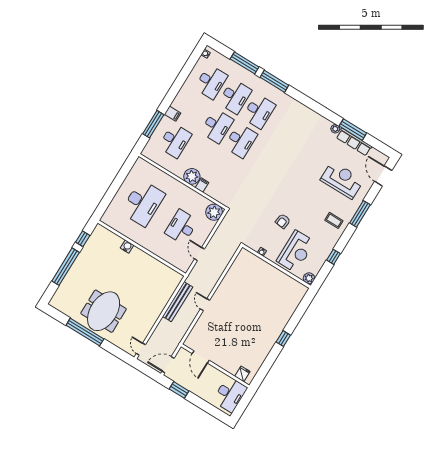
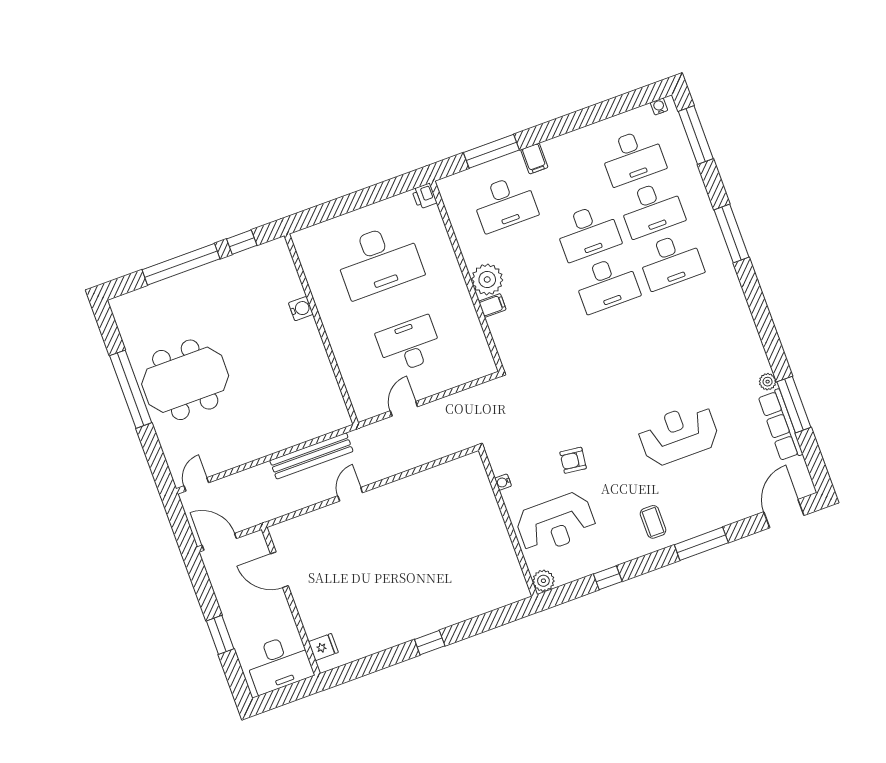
window: (245, 63) -> (696, 135), moved
printer: (141, 163) -> (424, 196), added
reception desk: (342, 180) -> (678, 434), moved, turned -90
plant: (214, 212) -> (478, 362), removed
door: (201, 357) -> (279, 570), hinge flipped
window: (179, 390) -> (220, 635), moved

